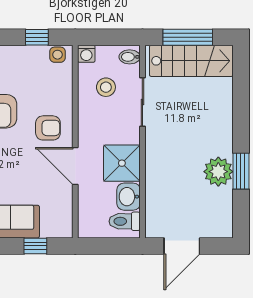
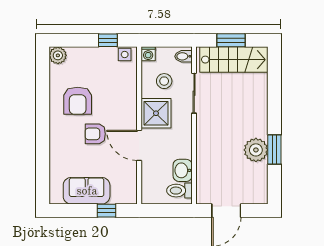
window: (188, 37) -> (231, 40), width x0.69
armchair: (48, 128) -> (95, 134), moved, turned 180
shower: (122, 163) -> (156, 113), moved

